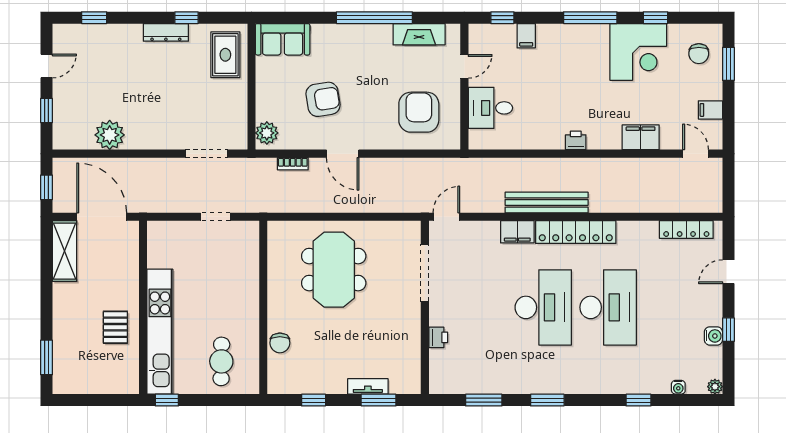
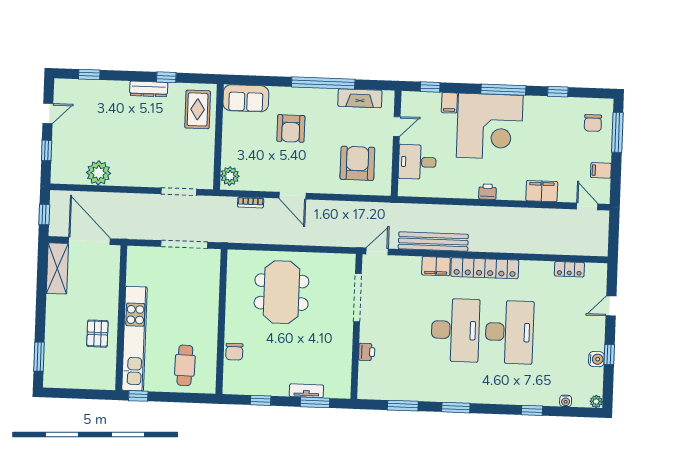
corner desk: (638, 52) -> (490, 126), moved, width x1.36, depth x1.36
window: (728, 64) -> (617, 132), width x1.44
armchair: (323, 99) -> (291, 128), moved, turned 99
bench: (547, 202) -> (433, 242), moved
doorway: (215, 217) -> (184, 244), width x1.88
locker: (686, 230) -> (569, 269), width x0.66

